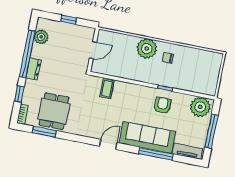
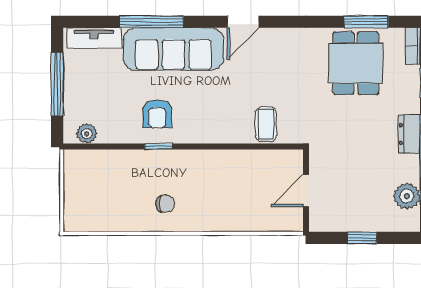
plant: (147, 49) -> (207, 213), removed
plant: (200, 107) -> (87, 134), width x0.53, depth x0.53

